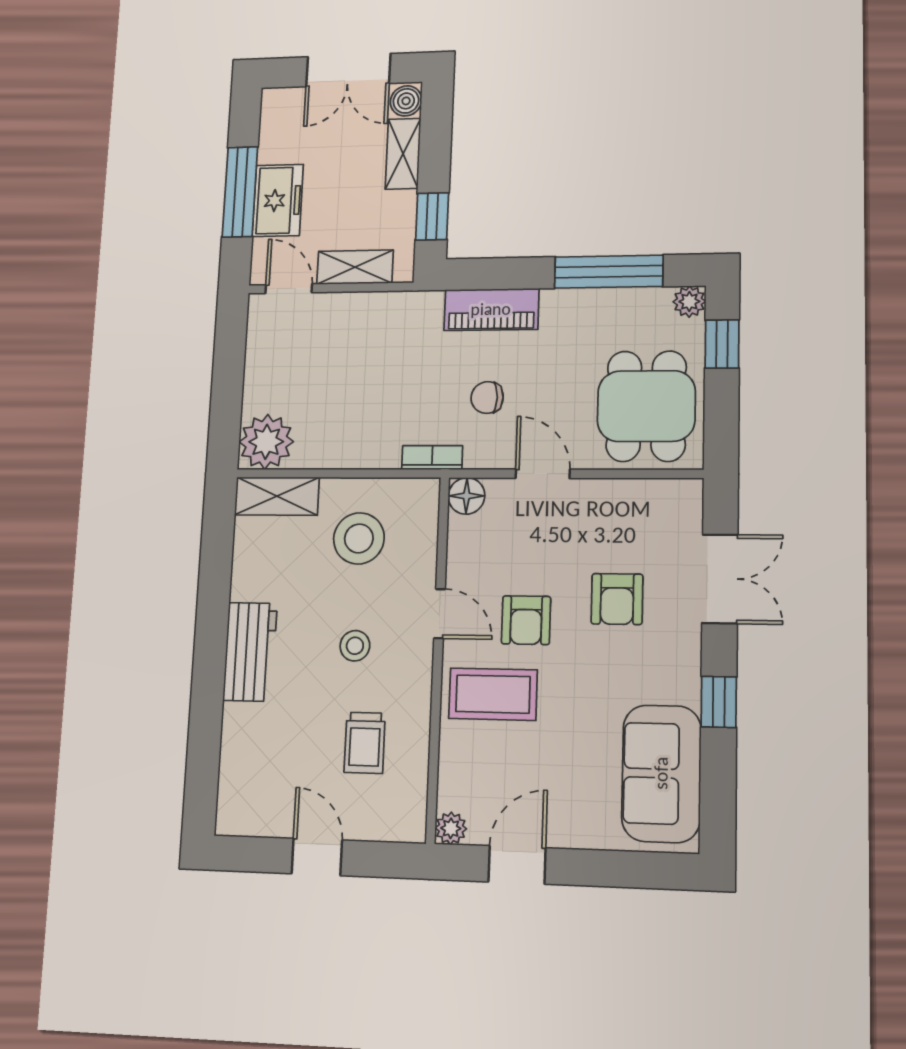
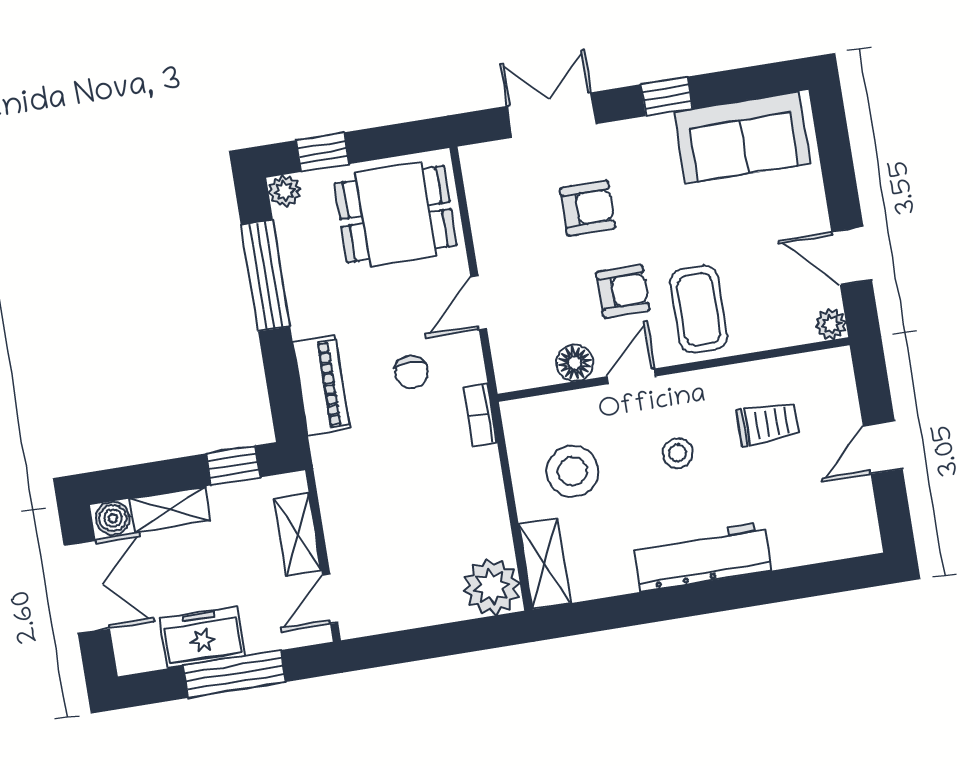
freezer: (278, 200) -> (202, 637), moved
floor lamp: (466, 496) -> (575, 363), moved
workbench: (250, 652) -> (702, 556), width x1.37

